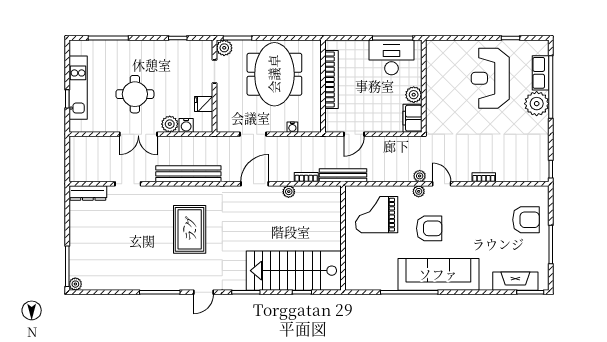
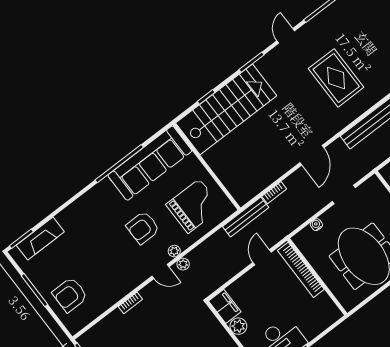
bookcase: (331, 79) -> (301, 270), moved
plant: (289, 192) -> (279, 170), removed
sofa: (438, 274) -> (150, 163), moved

